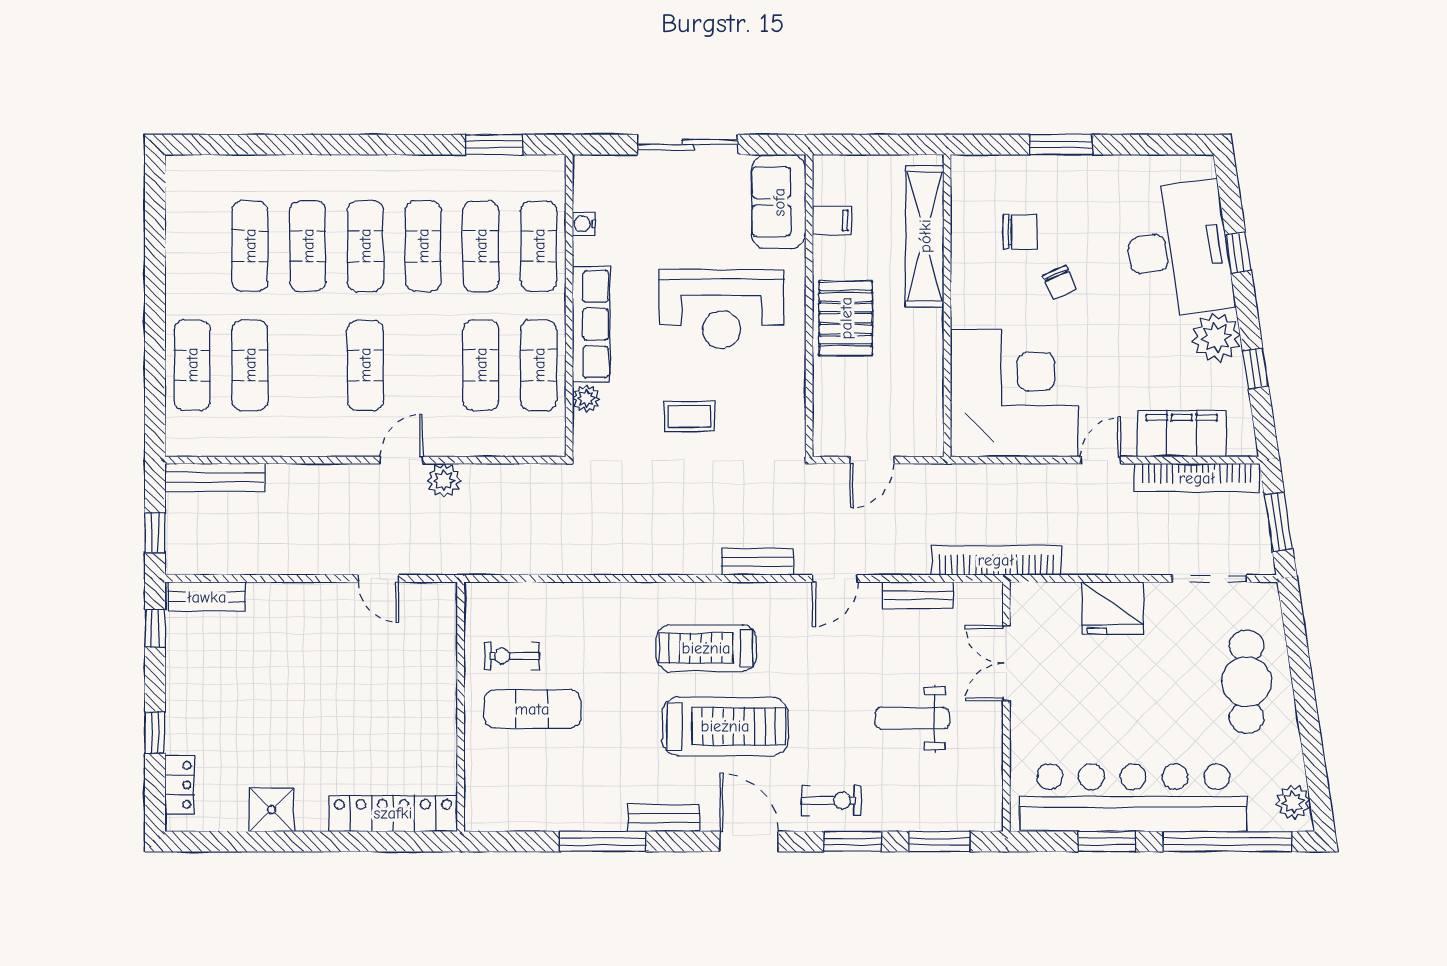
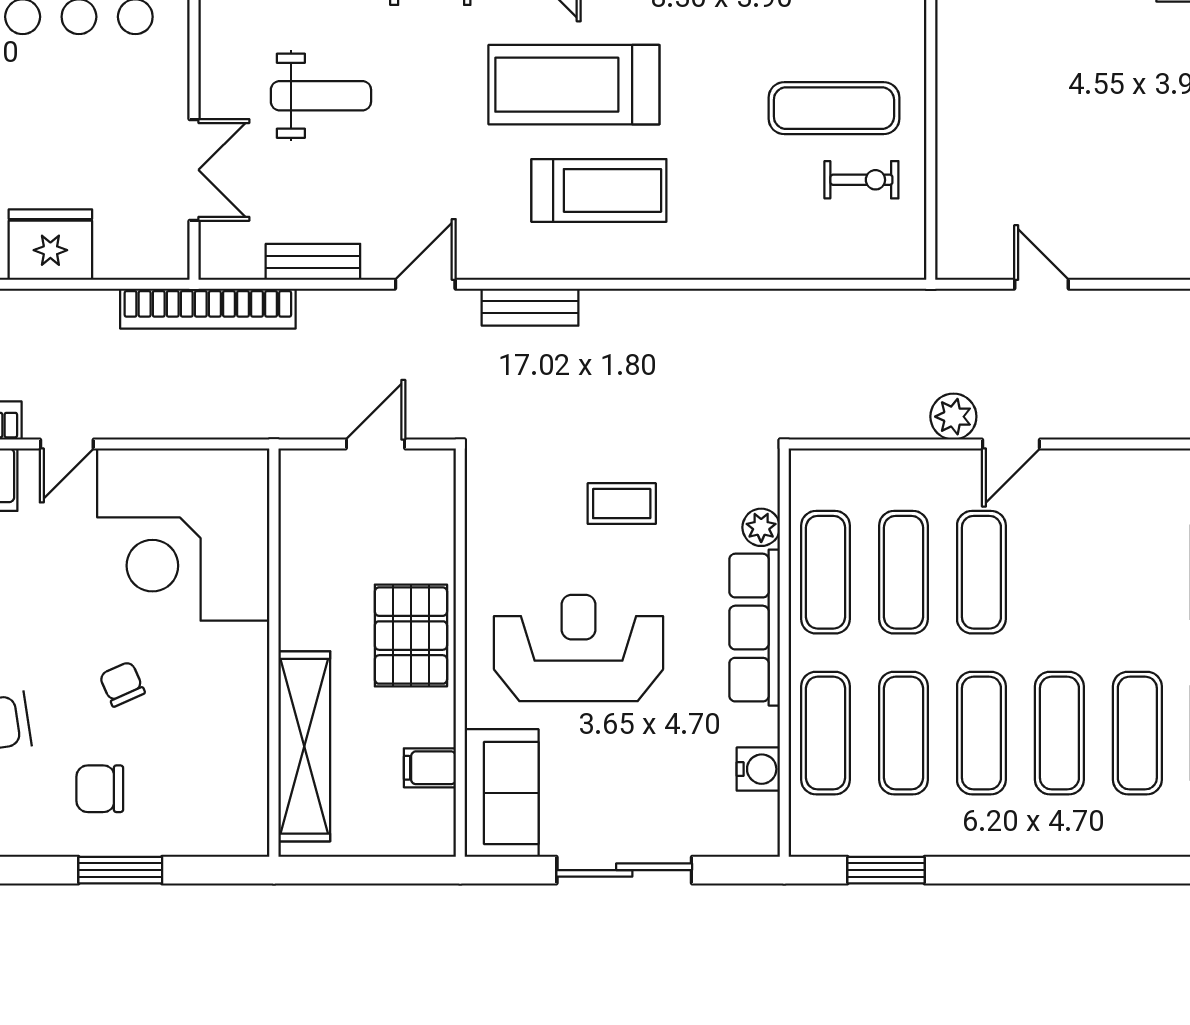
water cooler: (584, 224) -> (758, 769), width x1.38, depth x1.38
chair: (1021, 232) -> (100, 789), moved
exercise mat: (365, 365) -> (981, 572), moved

